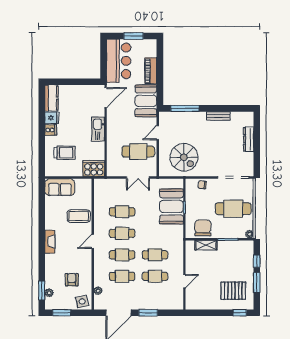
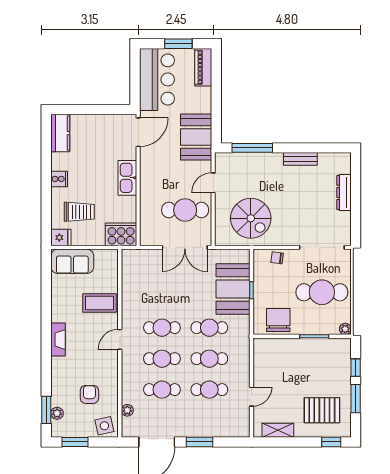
piano: (151, 71) -> (203, 67), moved
fridge: (52, 118) -> (61, 237), moved
double door: (138, 178) -> (185, 247), width x1.37
cafe table: (122, 212) -> (209, 328), moved
shelving: (206, 245) -> (278, 430), moved

